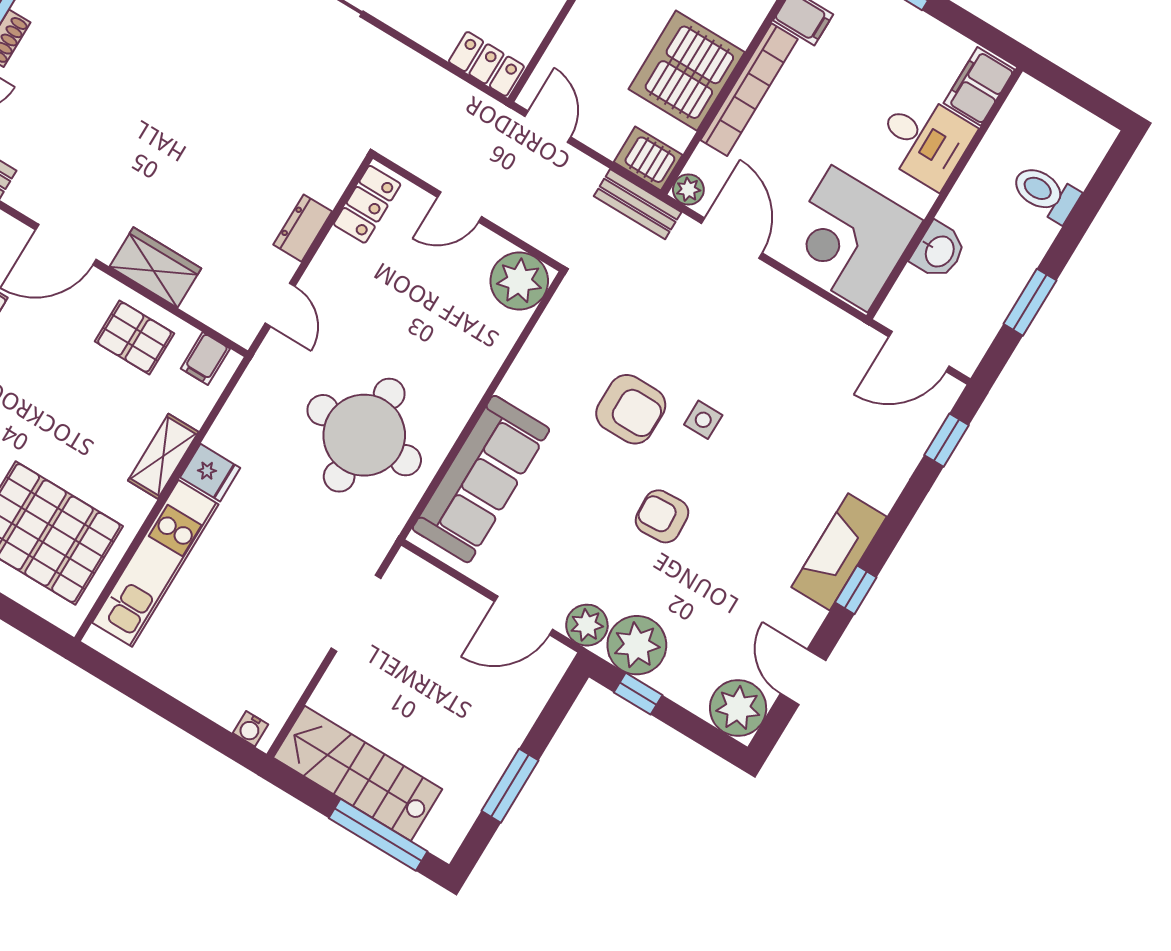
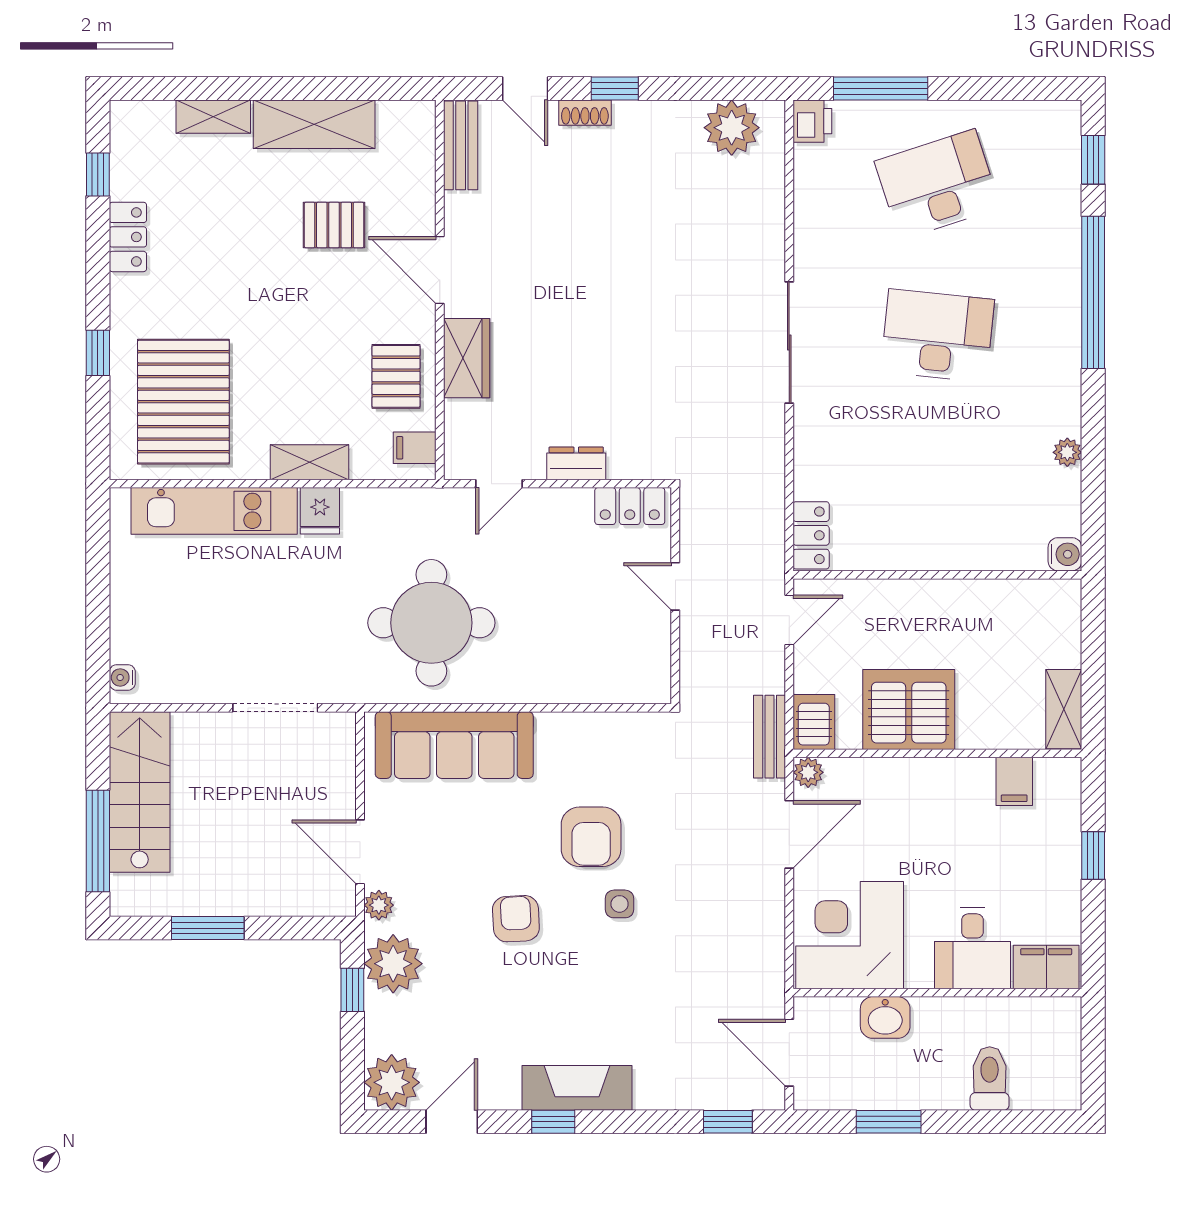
bookcase: (749, 90) -> (925, 773), removed
plant: (519, 281) -> (643, 675), removed
plant: (587, 625) -> (379, 905), width x0.73, depth x0.73

